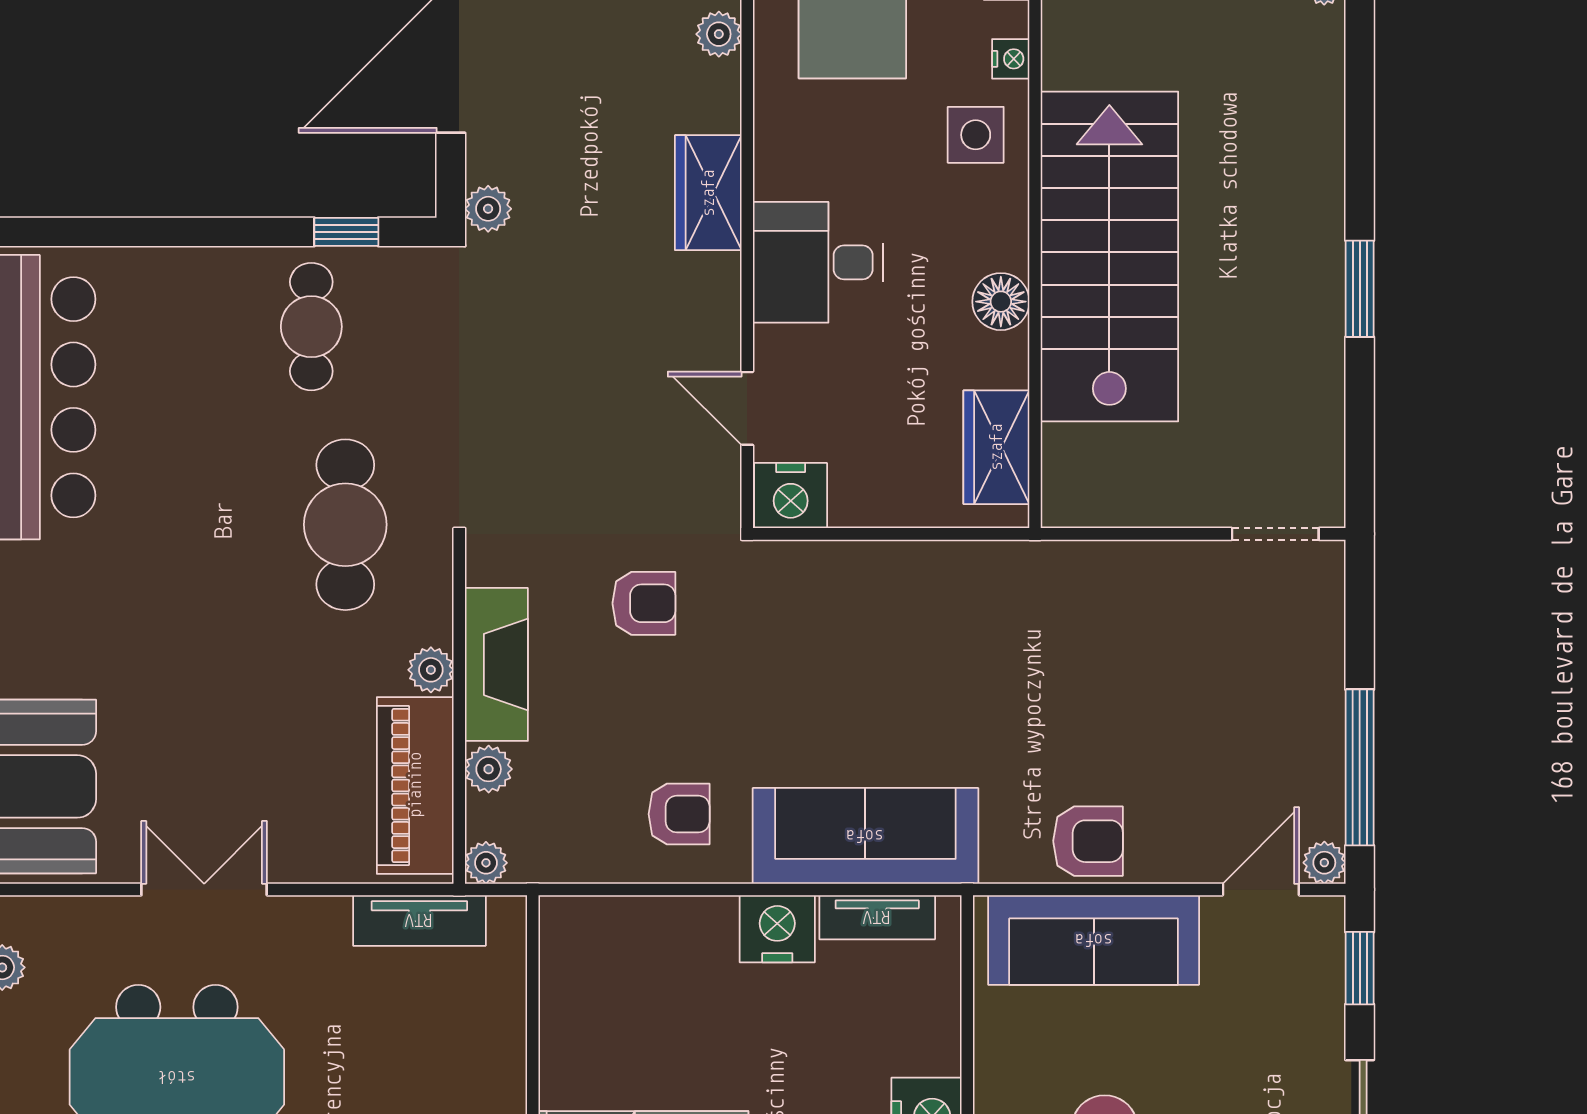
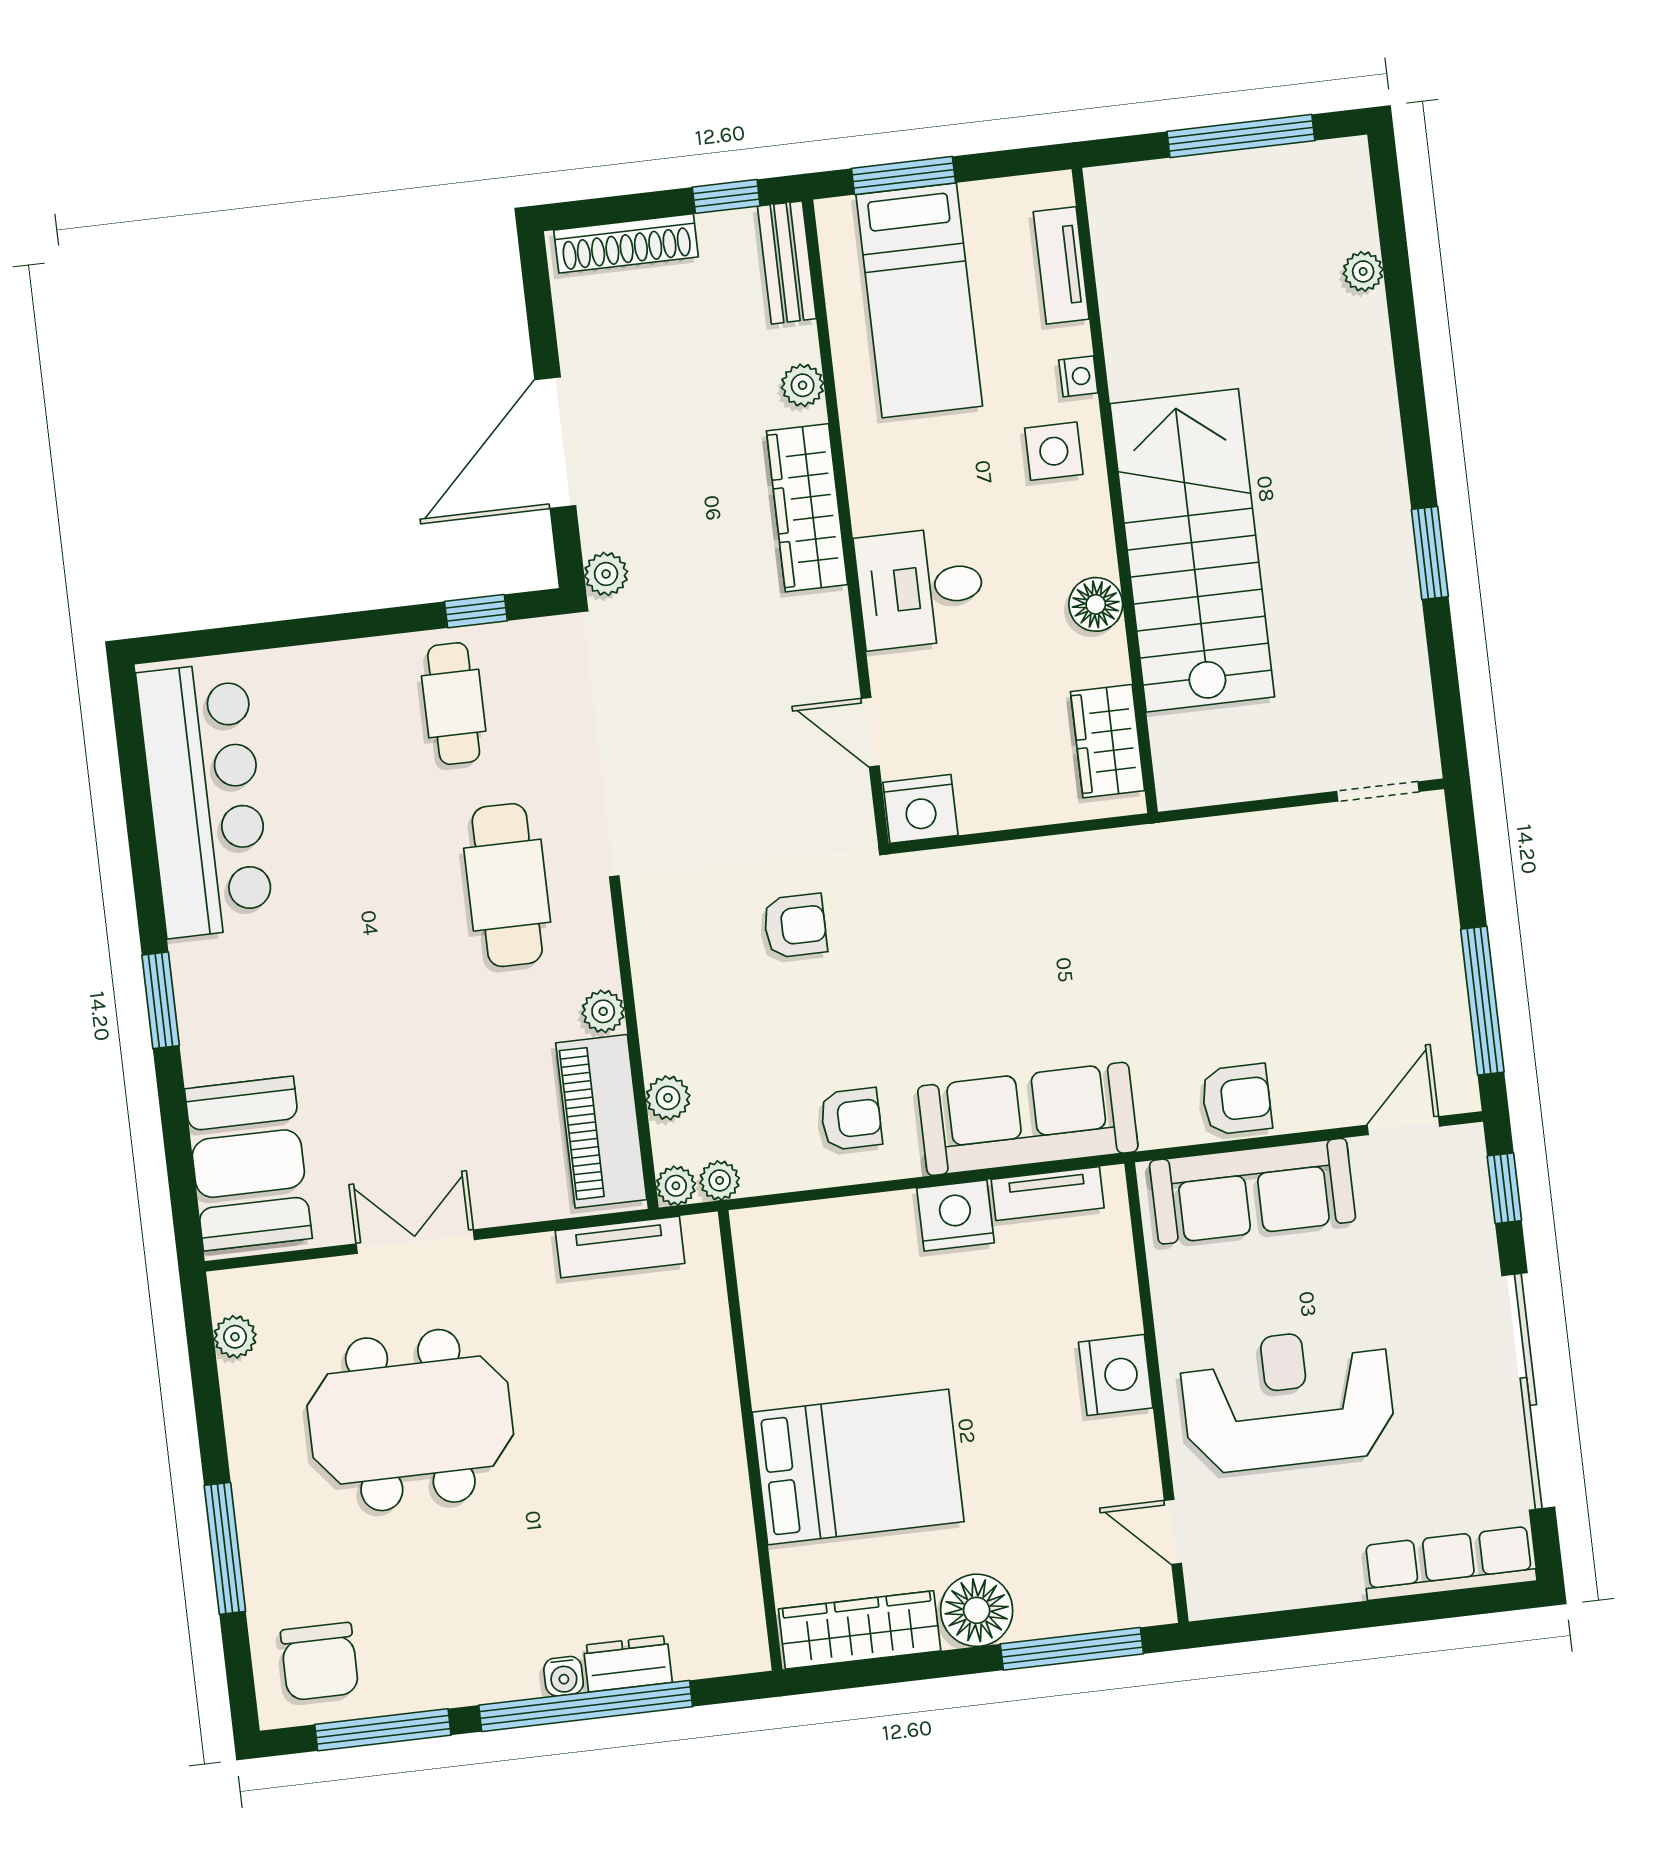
wardrobe: (708, 193) -> (807, 508), width x1.50
fireplace: (496, 664) -> (664, 999), removed
plant: (1324, 863) -> (720, 1180), moved

